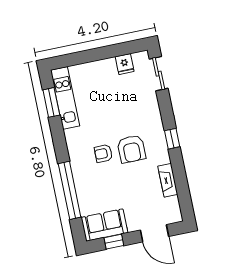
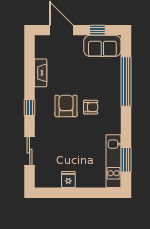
fridge: (125, 64) -> (68, 180), moved
sliding door: (159, 74) -> (30, 151), moved

